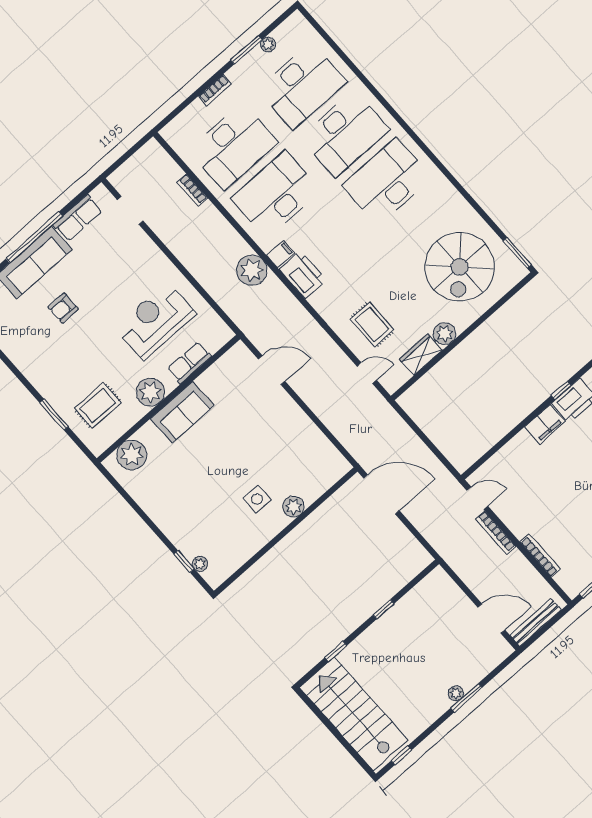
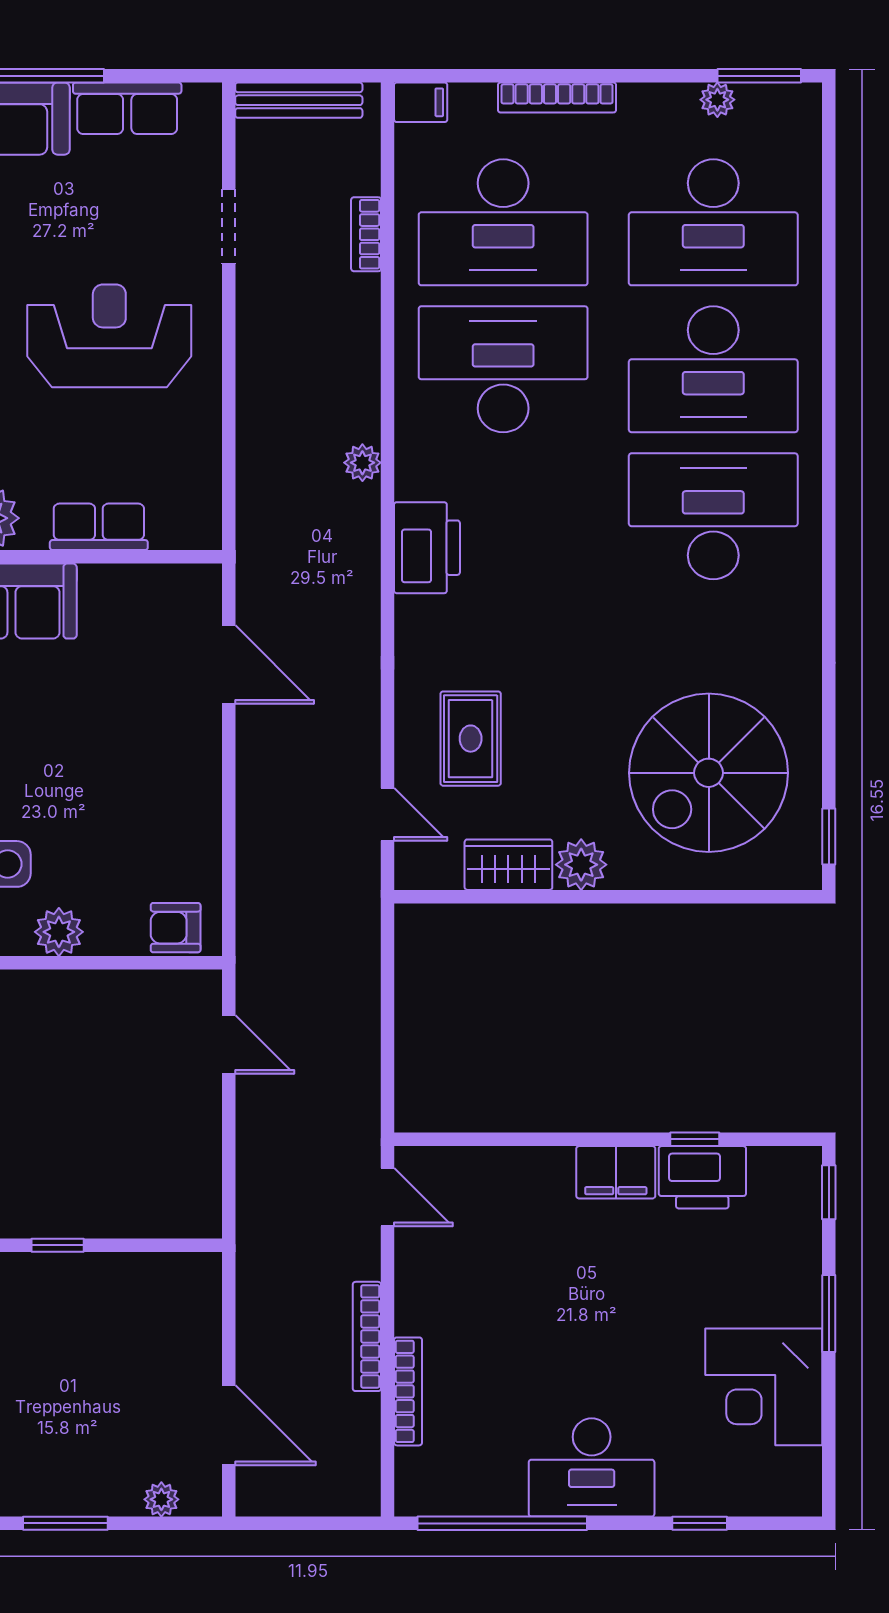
window: (246, 50) -> (759, 76), moved
bookcase: (215, 90) -> (557, 98), width x1.56
doorway: (130, 210) -> (229, 226), moved
window: (517, 253) -> (829, 837), width x0.67
filing cabinet: (281, 254) -> (421, 102), moved
plant: (252, 270) -> (362, 463), width x0.53, depth x0.53
reception desk: (155, 321) -> (109, 336), moved
armchair: (330, 471) -> (176, 928), added
door: (381, 494) -> (229, 1045), width x0.53
bookcase: (496, 532) -> (367, 1336), moved
bench: (536, 622) -> (299, 100), moved
plant: (456, 693) -> (161, 1499), moved

